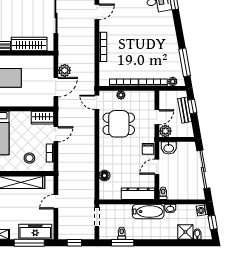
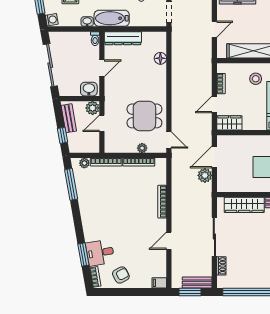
bench: (185, 110) -> (69, 118), moved
chair: (148, 149) -> (112, 88), removed
stool: (29, 158) -> (256, 79), moved

